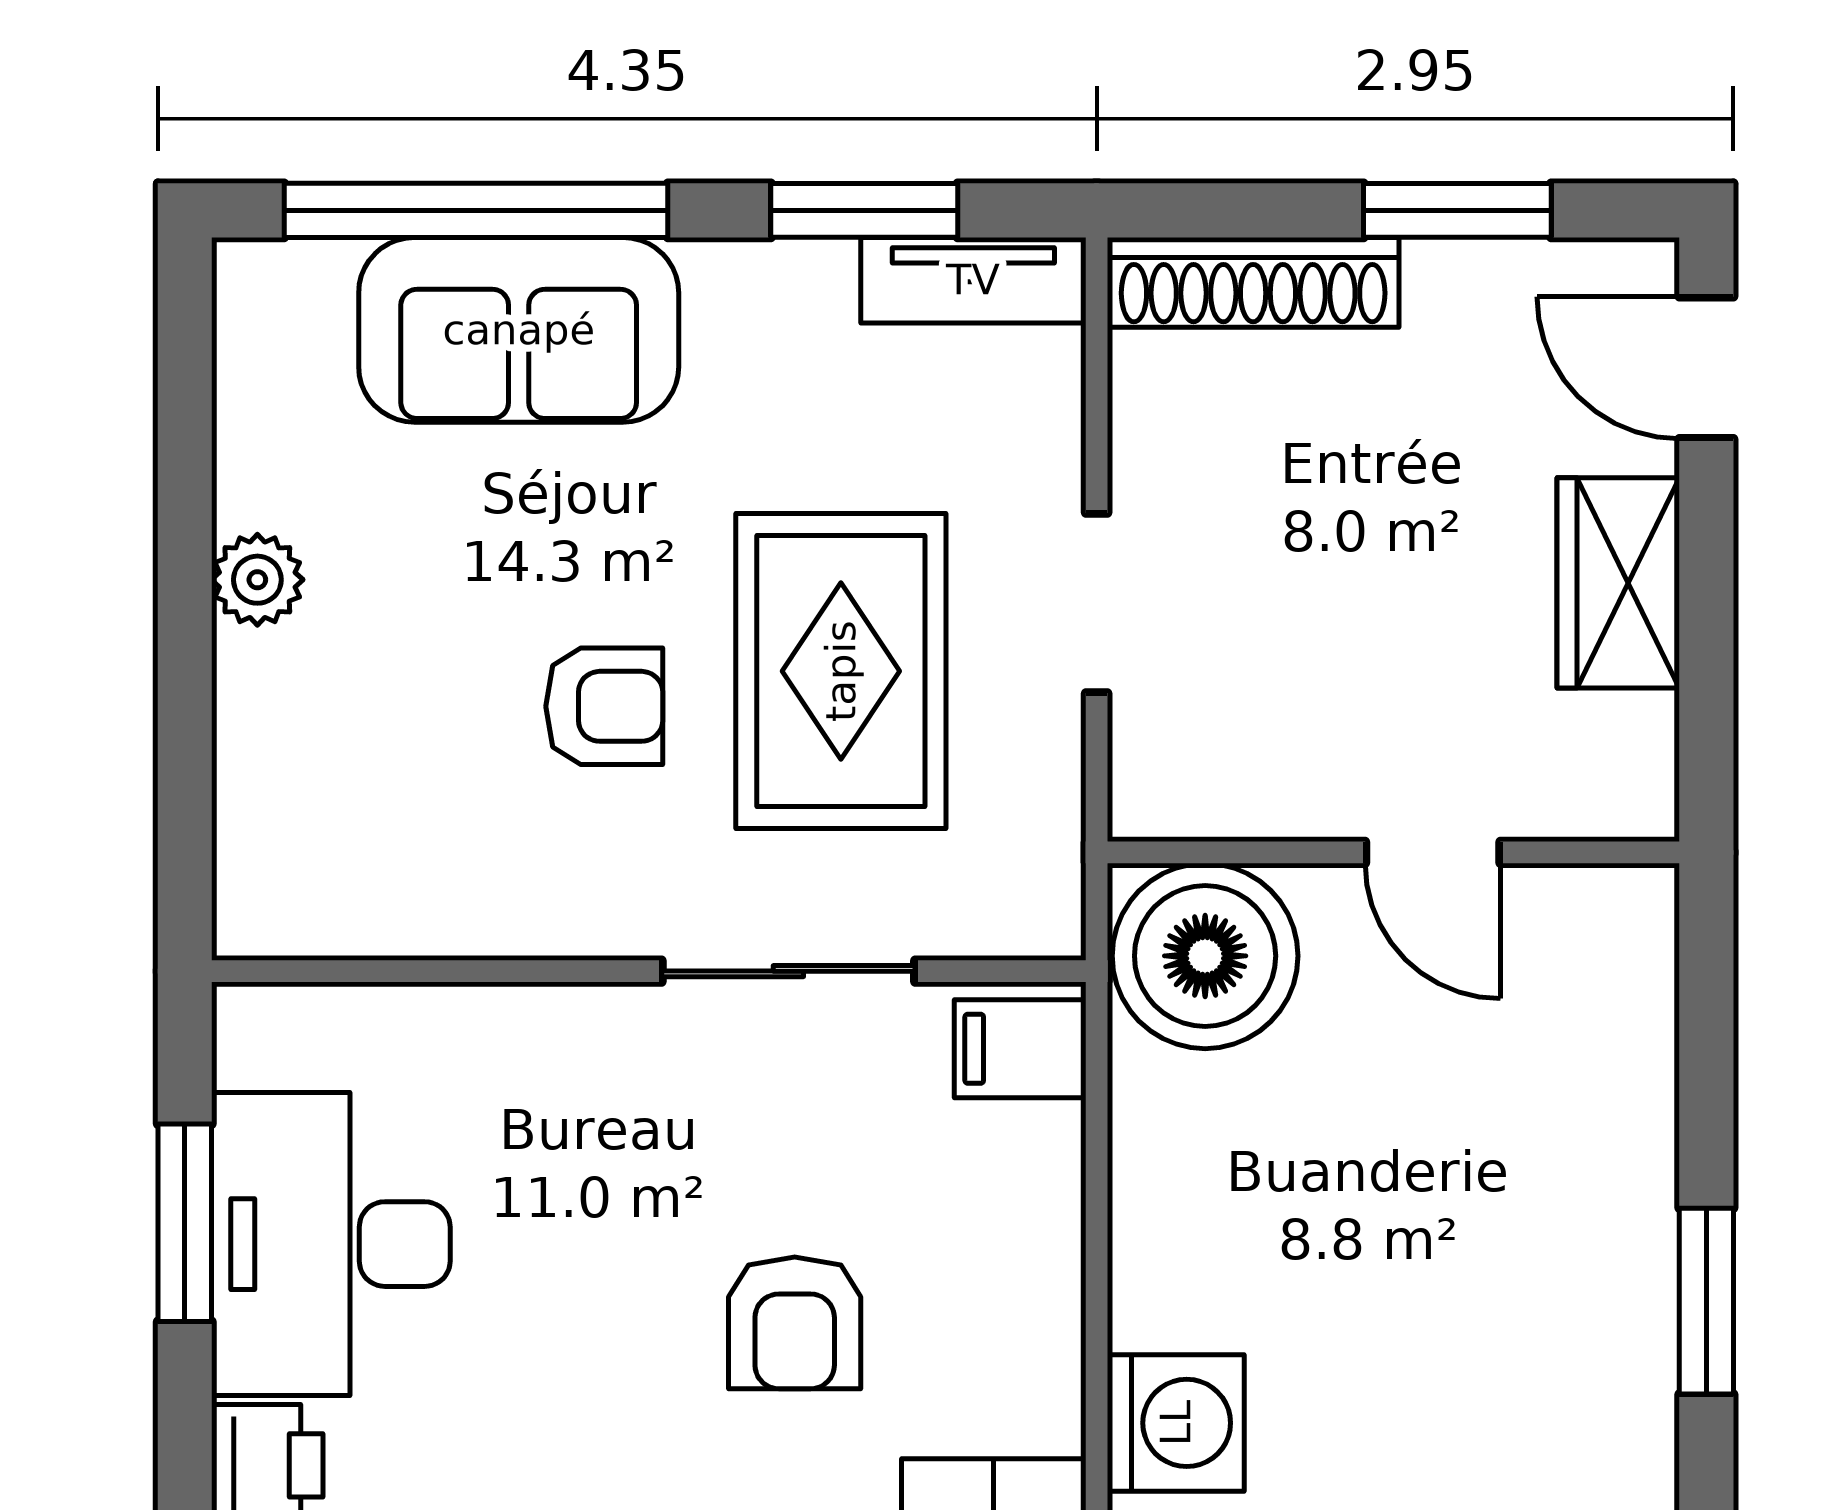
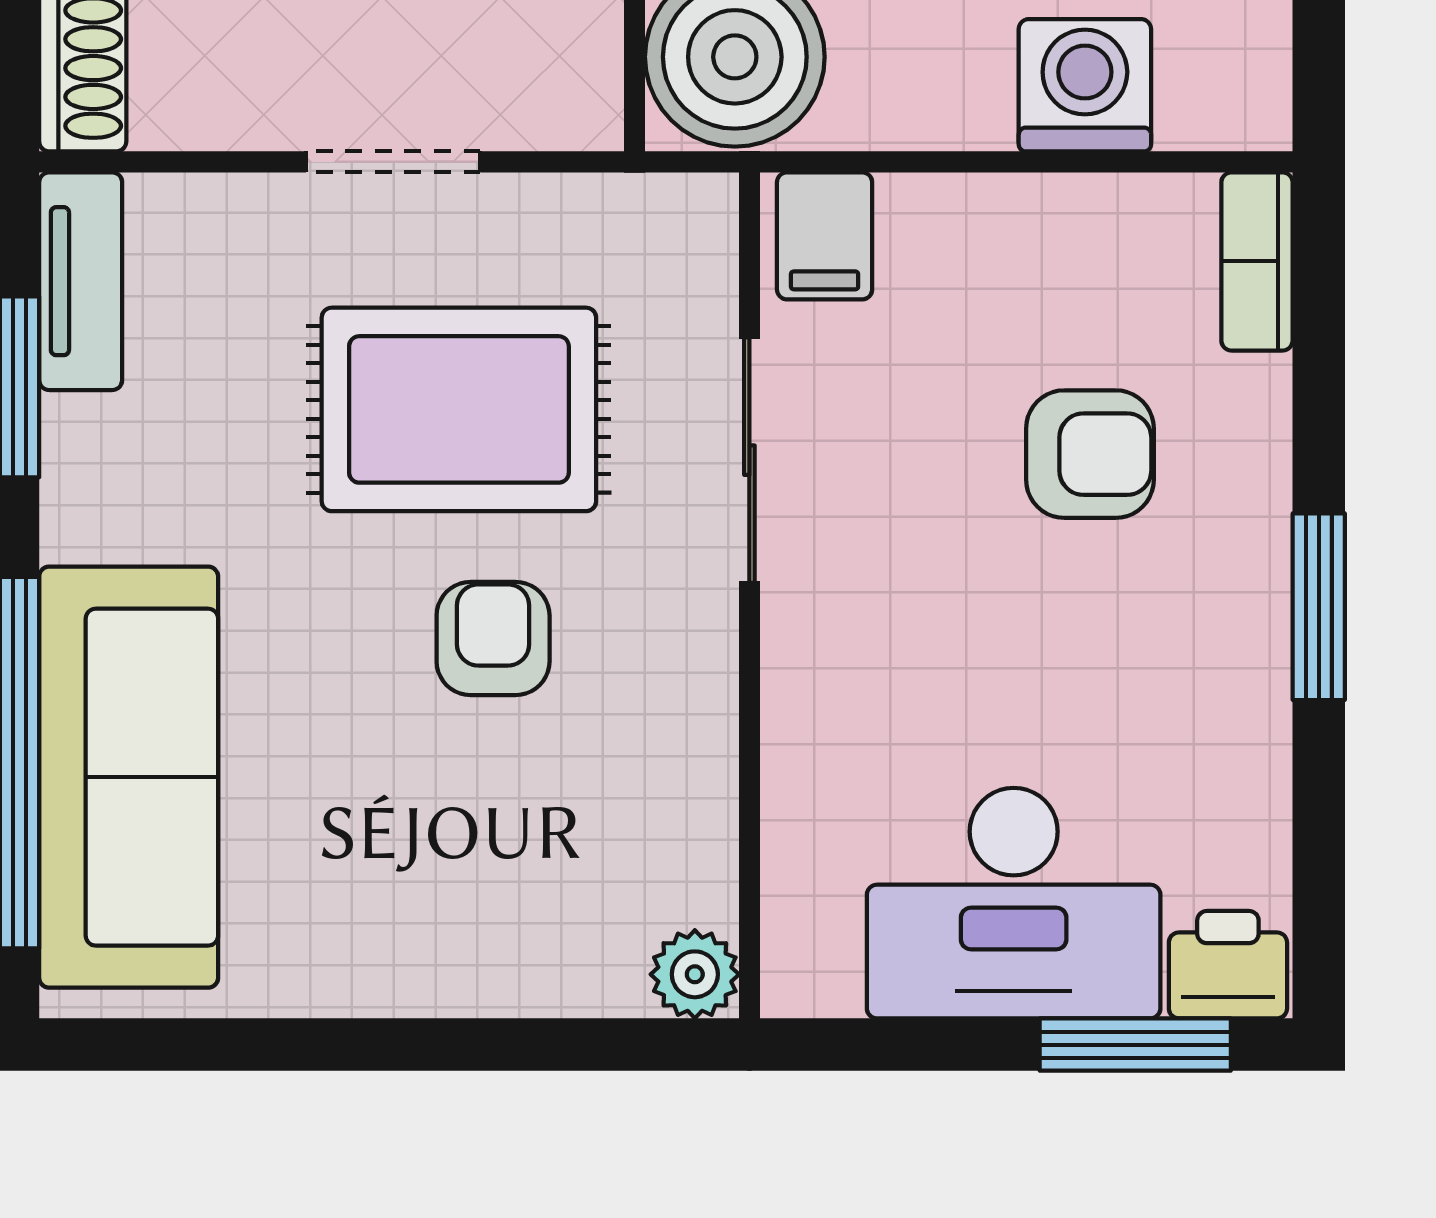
sofa: (519, 330) -> (129, 777), width x1.36
plant: (257, 580) -> (695, 974), moved
window: (185, 1223) -> (1135, 1045), moved
washing machine: (1176, 1423) -> (1085, 85), moved

